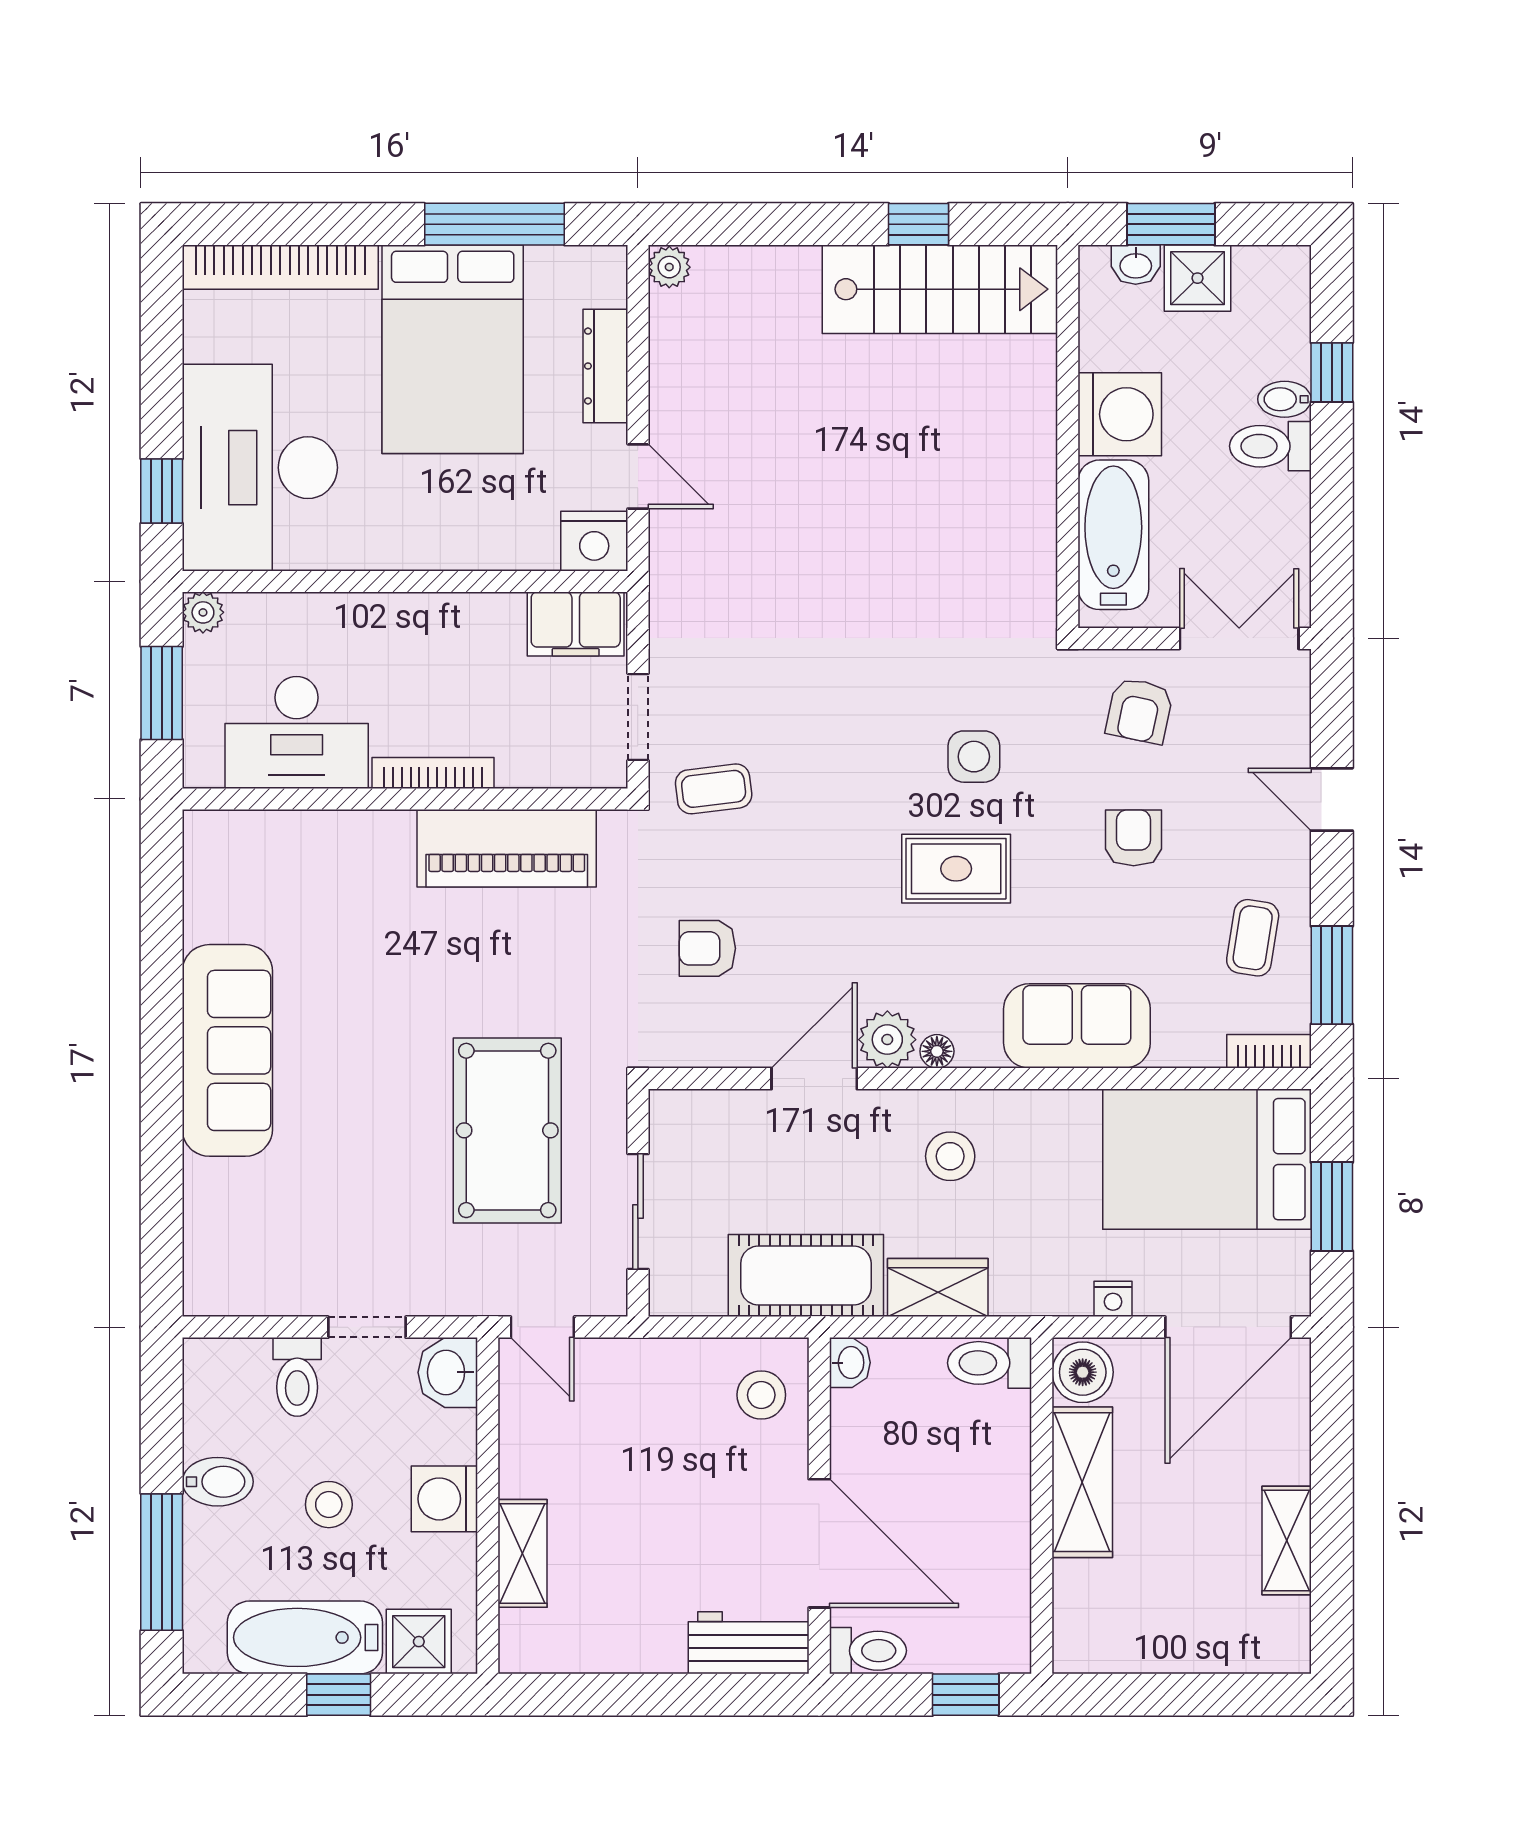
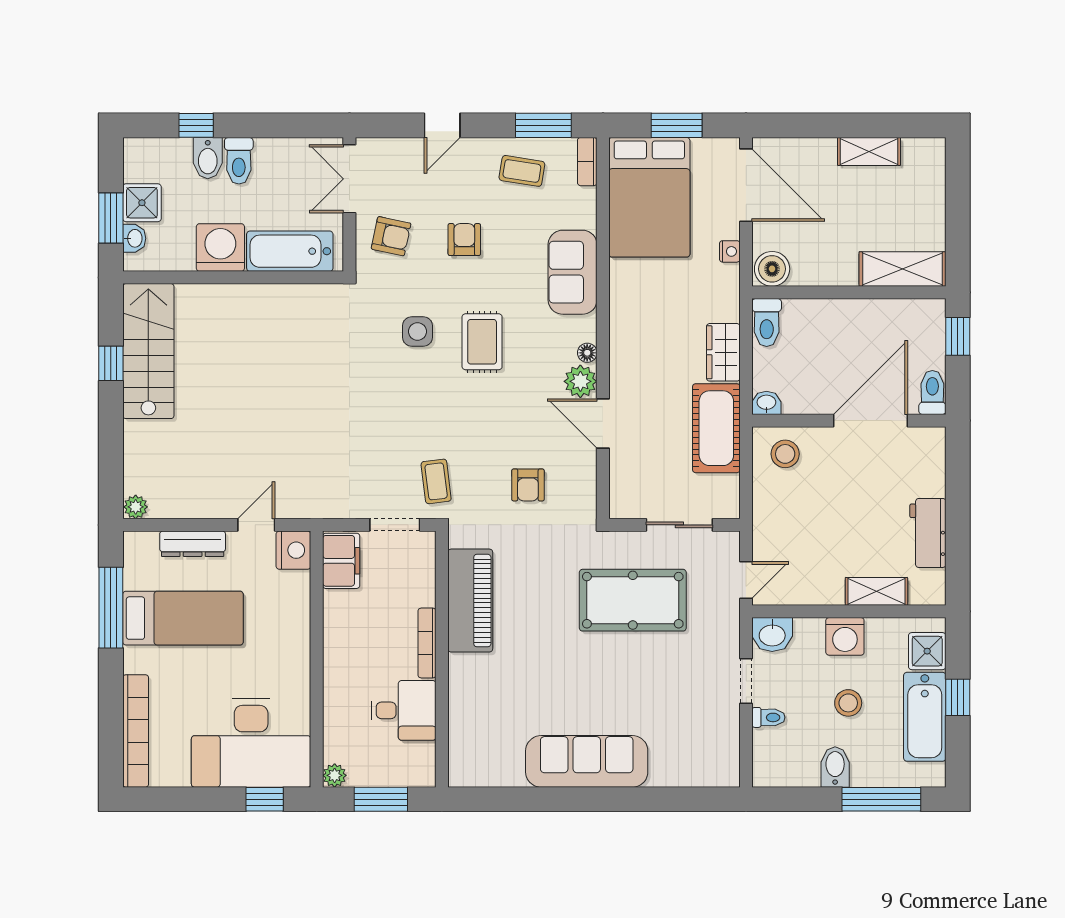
bed: (453, 349) -> (183, 618), width x0.67
bidet: (1284, 399) -> (208, 158), width x1.38, depth x1.36
desk: (297, 732) -> (404, 710), width x0.73
armchair: (1134, 838) -> (464, 240), turned 90
stool: (950, 1156) -> (648, 345), removed
toilet: (297, 1377) -> (768, 717), width x0.73, depth x0.72
shelving: (1082, 1482) -> (902, 269), moved
workbench: (749, 1643) -> (928, 533), moved

